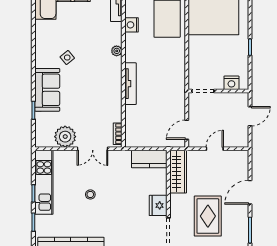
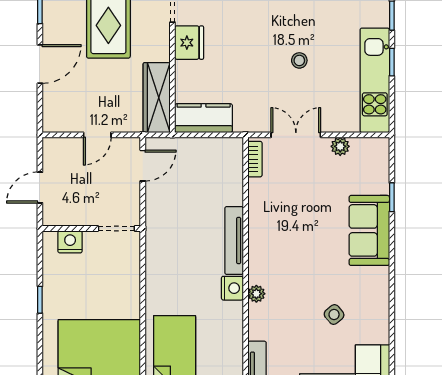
nightstand: (132, 25) -> (232, 288), moved
side table: (67, 58) -> (334, 314), moved
plant: (65, 137) -> (340, 146), width x0.53, depth x0.53

